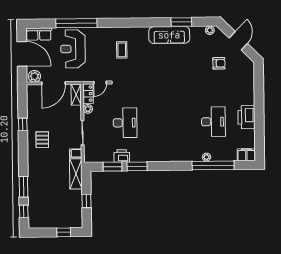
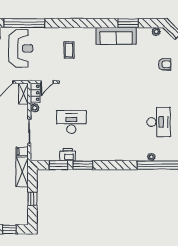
reception desk: (73, 49) -> (21, 48), turned 180
desk: (125, 123) -> (71, 122), turned -90

